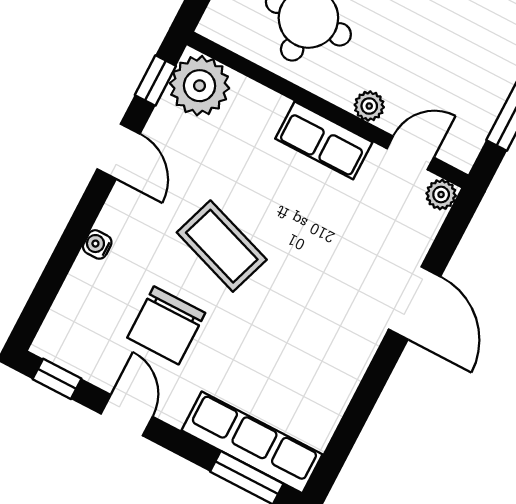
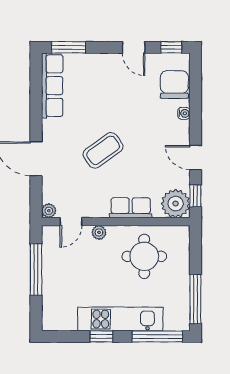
row of seats: (324, 140) -> (131, 208), moved
coffee table: (222, 246) -> (103, 150), moved, turned -55
chair: (166, 325) -> (174, 85), moved
row of seats: (252, 442) -> (52, 86), moved, turned -90

